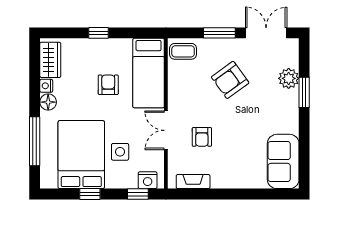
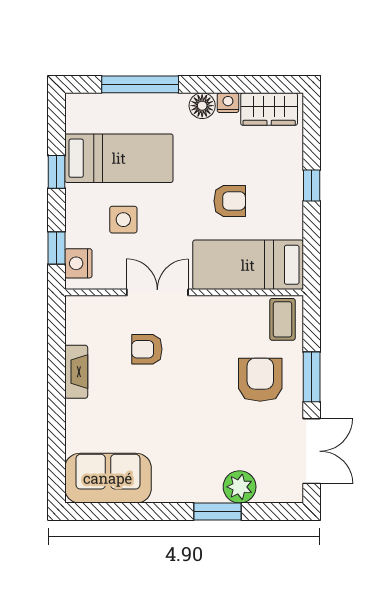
armchair: (230, 80) -> (260, 380), moved, turned 36
bed: (81, 155) -> (119, 158), width x0.67
fireplace: (193, 182) -> (76, 372), moved

